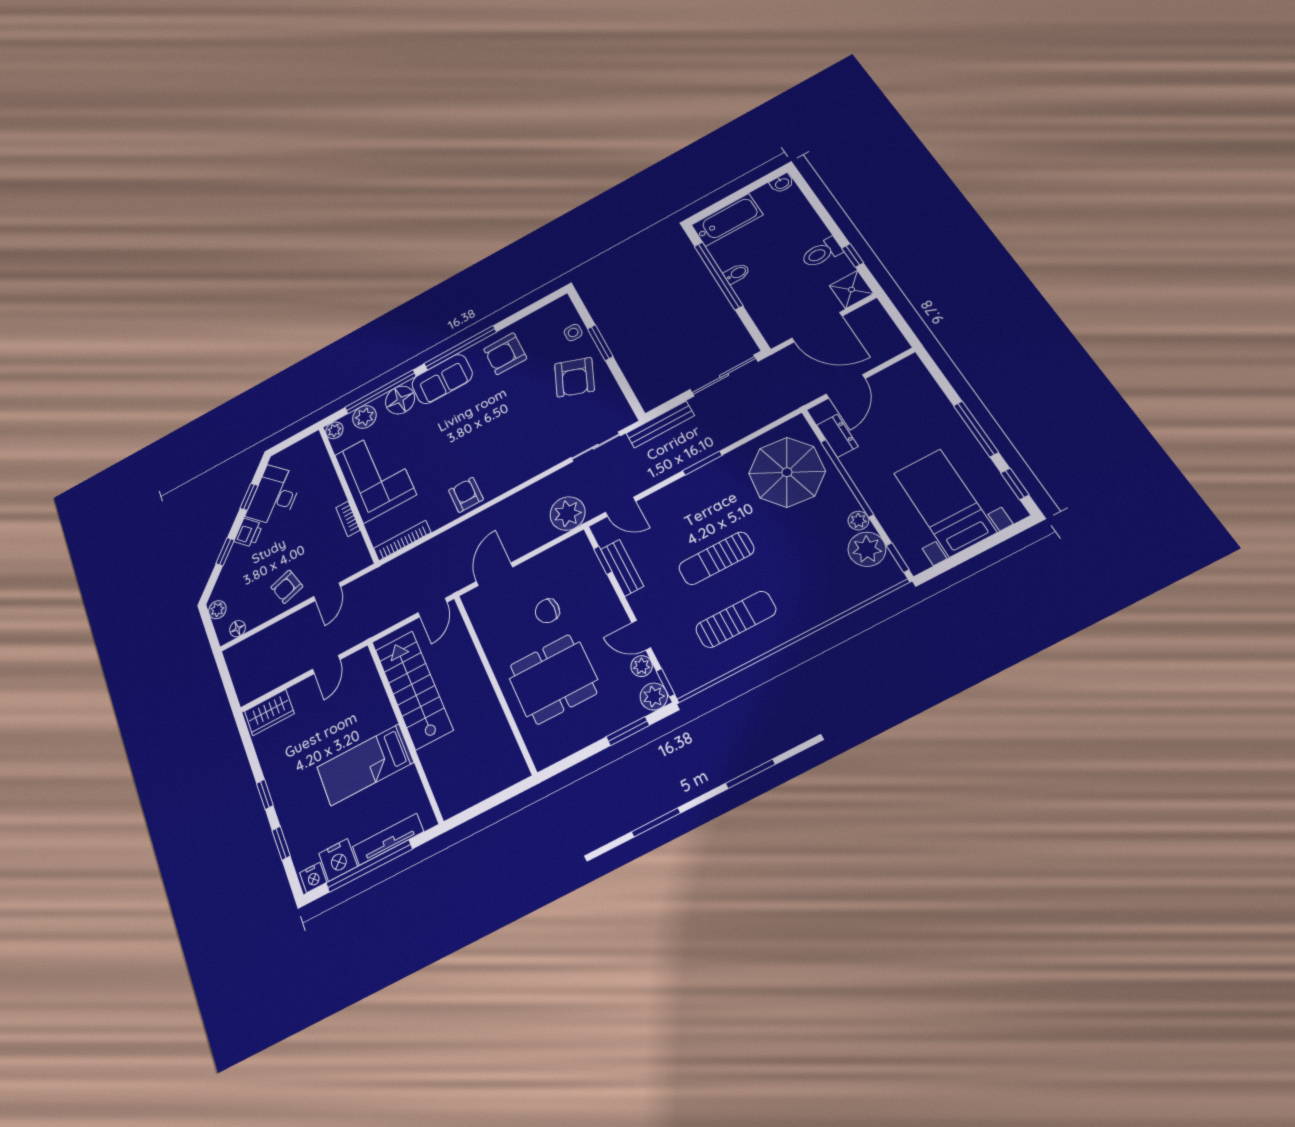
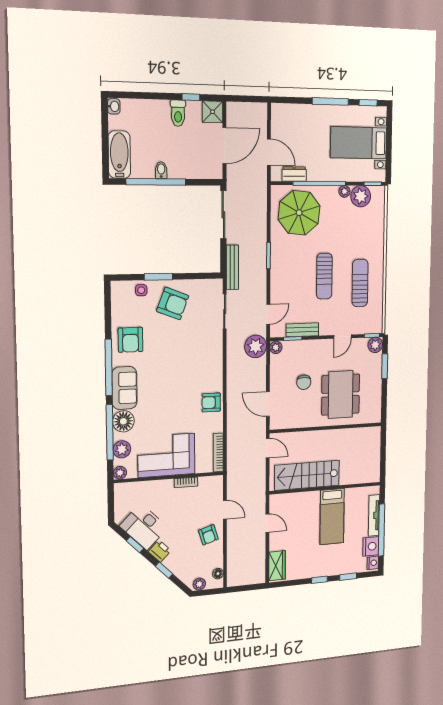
plant: (642, 666) -> (276, 347), moved

